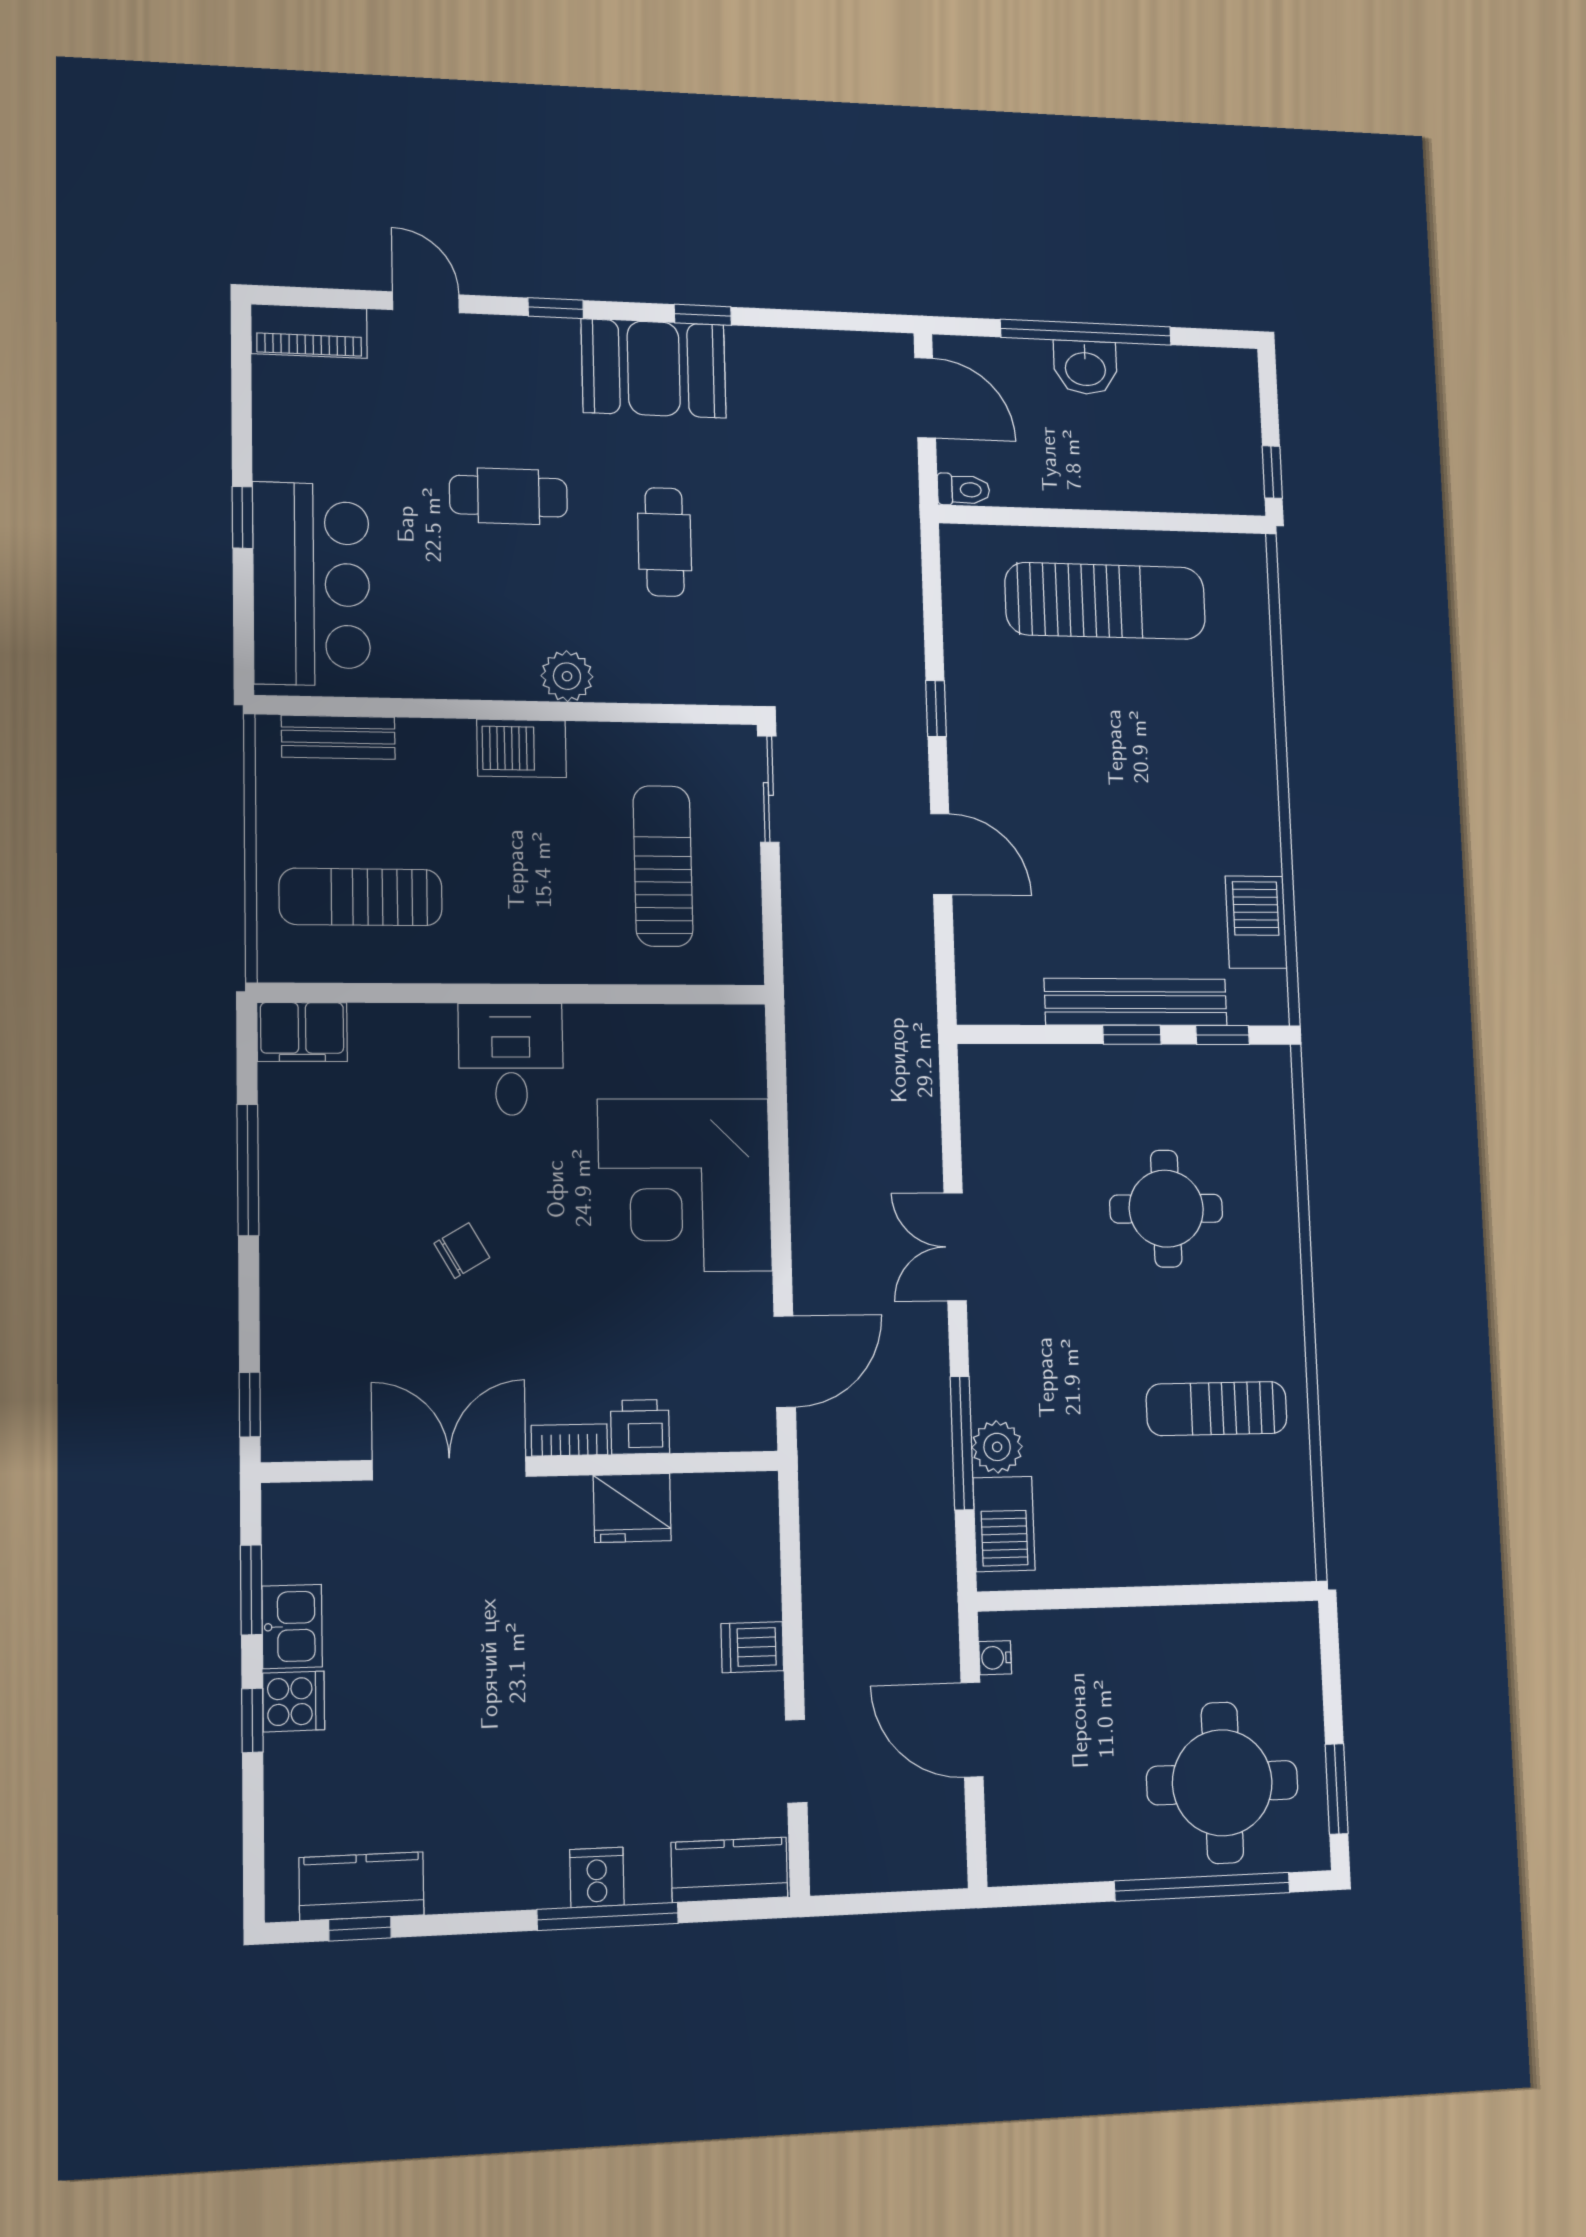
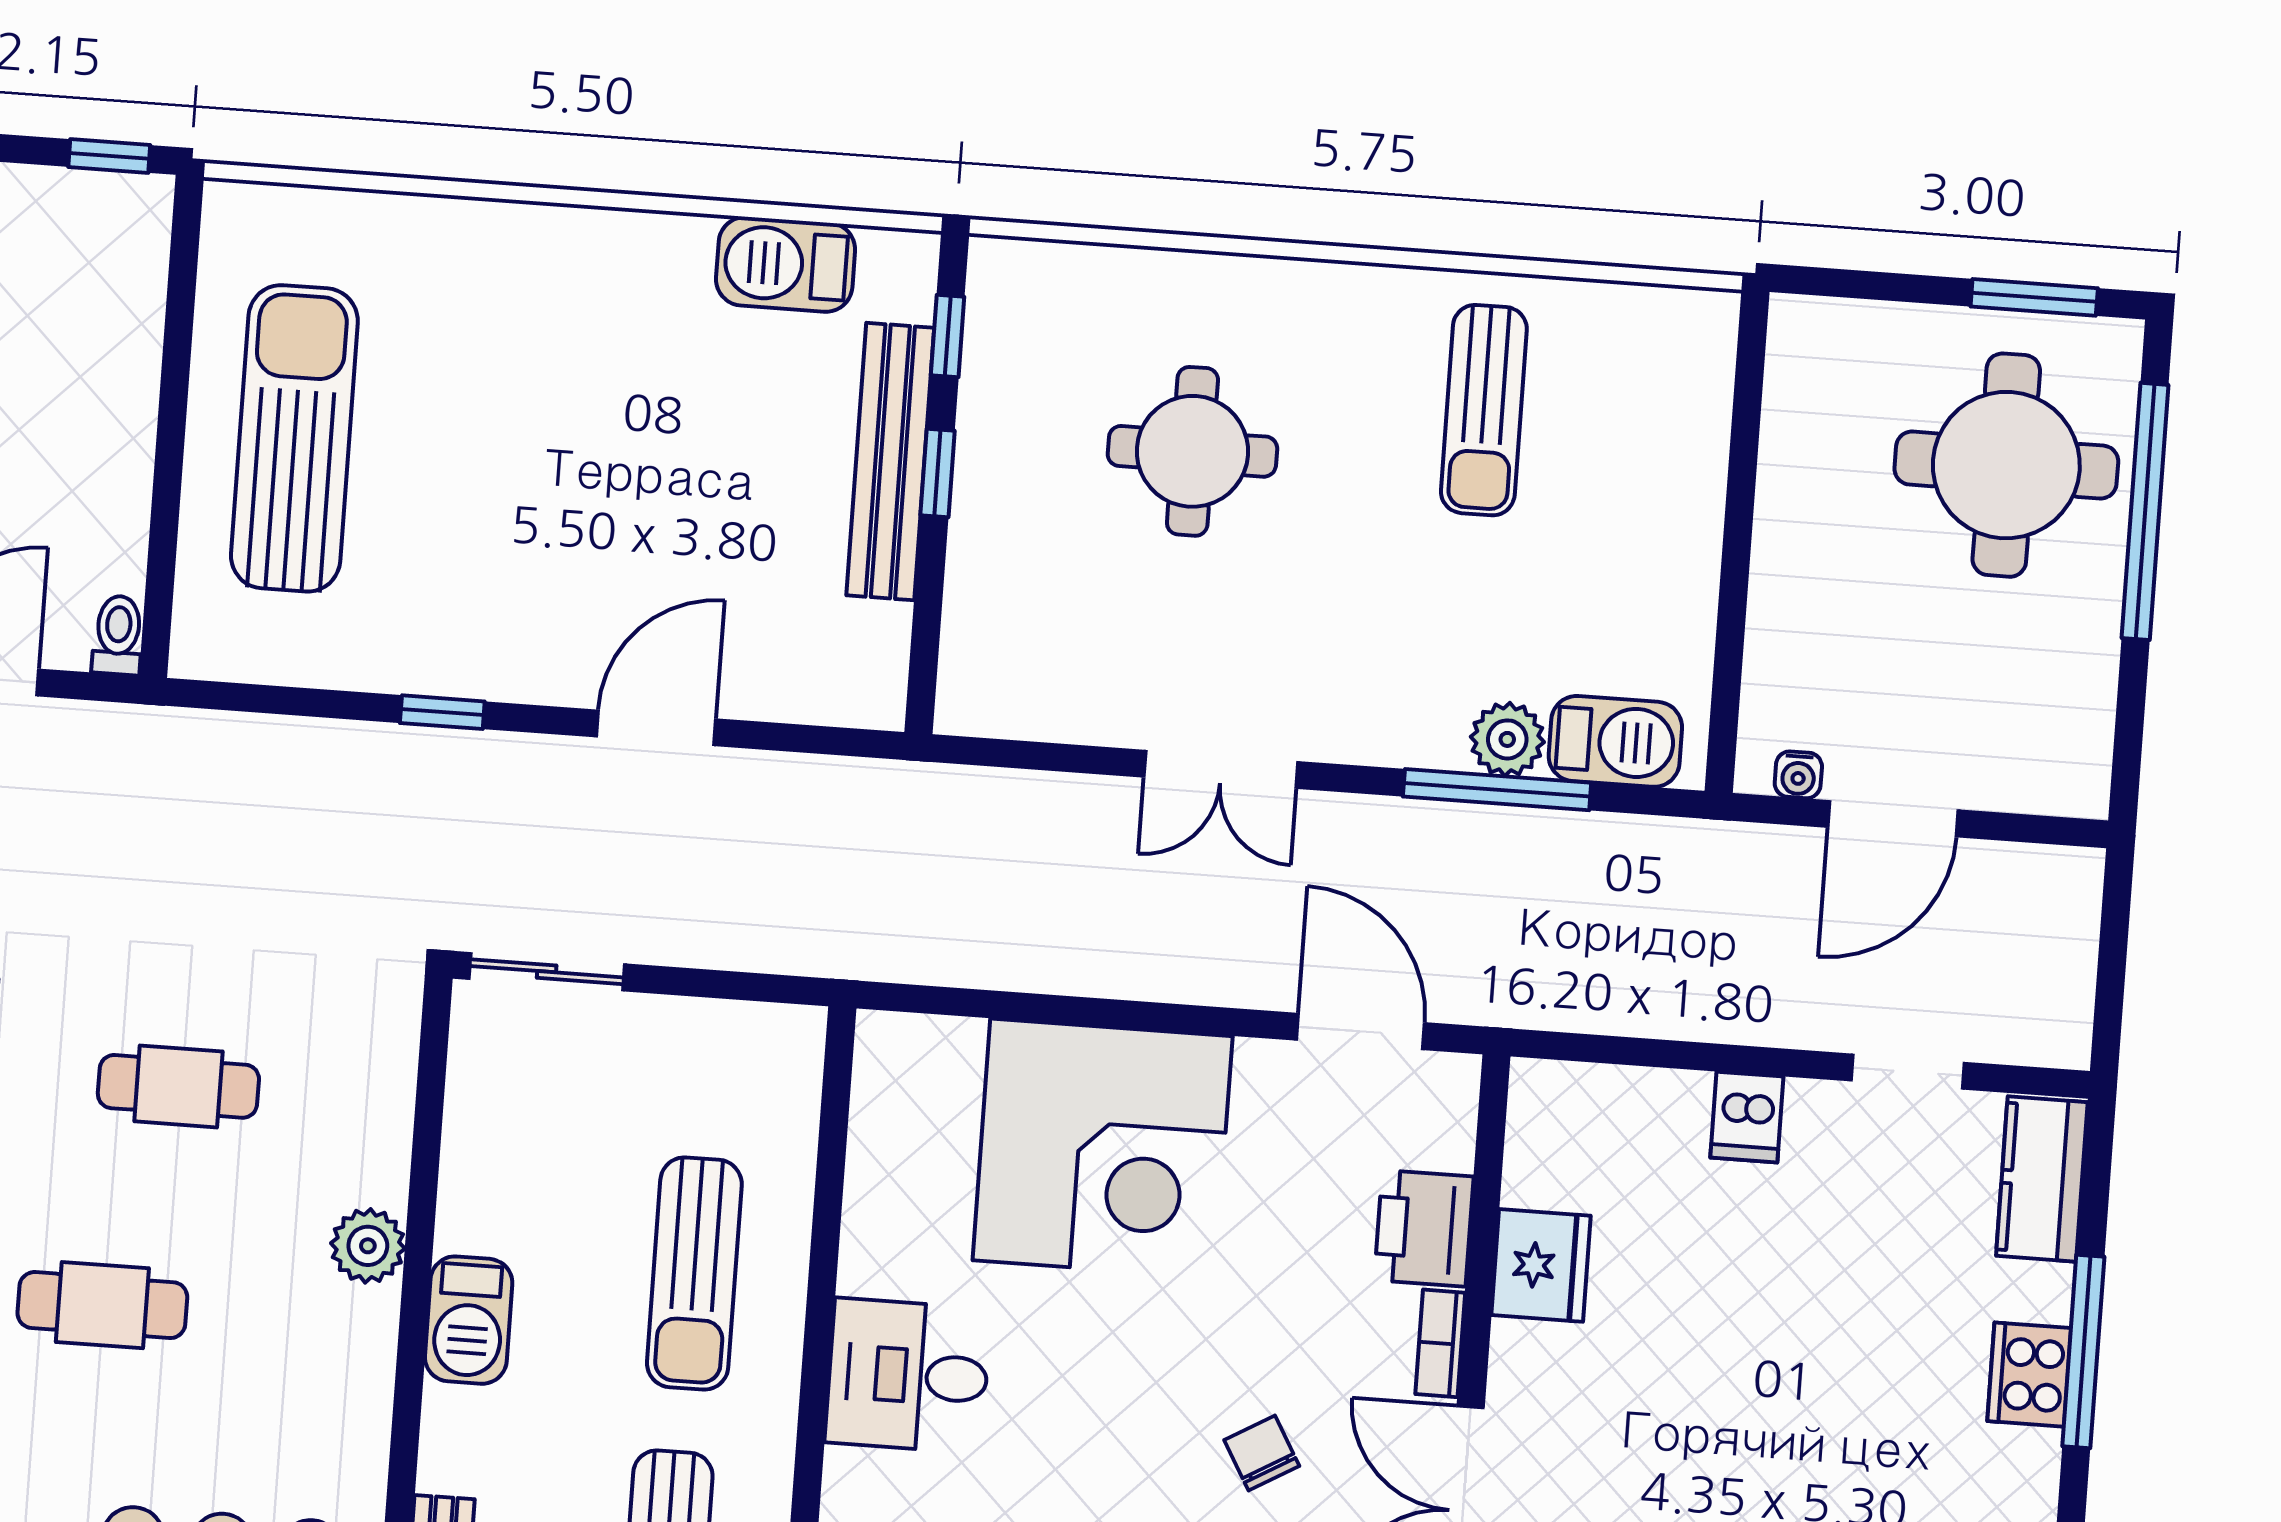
cafe table: (508, 496) -> (102, 1305), turned 90
sun lounger: (663, 866) -> (694, 1273), moved, turned -90
chair: (462, 1251) -> (1262, 1453), moved
printer: (640, 1427) -> (1424, 1228), width x1.36, depth x1.24
cooker: (597, 1877) -> (2029, 1375), width x1.36

